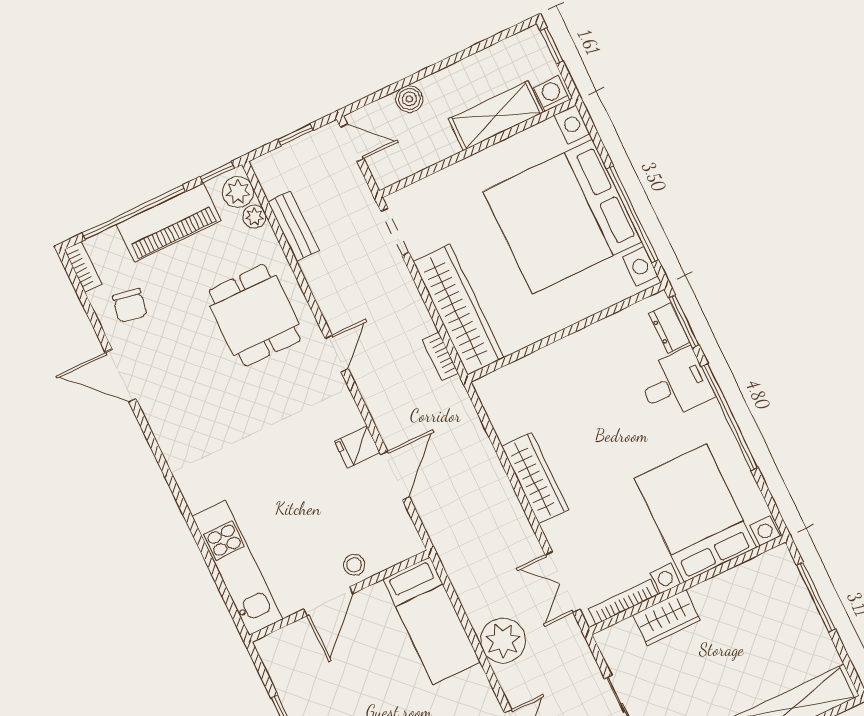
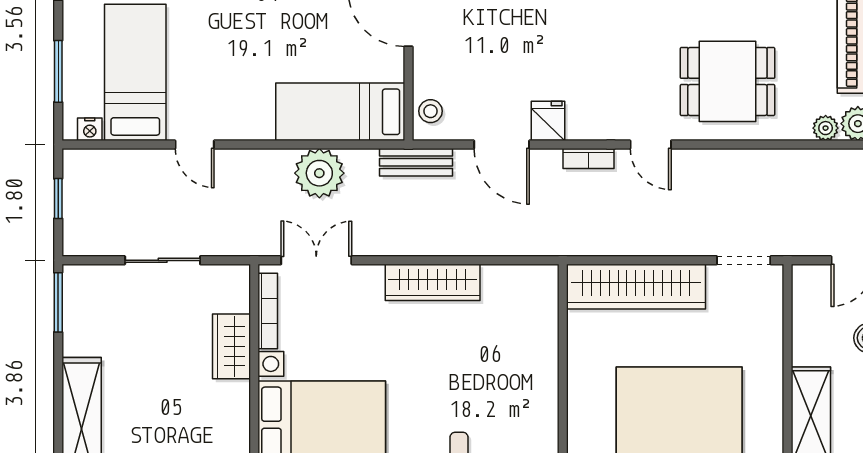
bench: (293, 226) -> (416, 162), moved
bookcase: (440, 356) -> (588, 159), moved, turned 180
stool: (354, 565) -> (431, 111), moved
plant: (503, 641) -> (319, 173), moved

